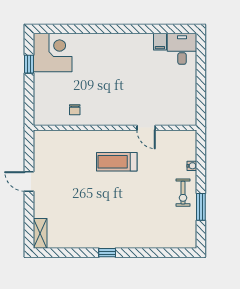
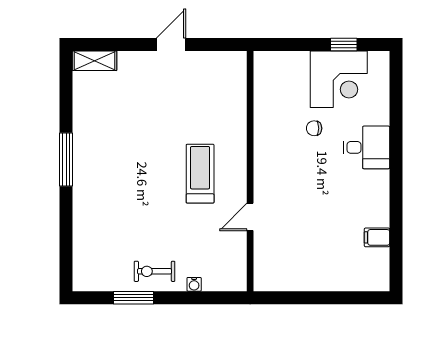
desk: (182, 49) -> (366, 147), moved
corner desk: (53, 52) -> (339, 79), moved
chair: (75, 110) -> (314, 128), moved
window: (107, 253) -> (66, 160), width x2.17

